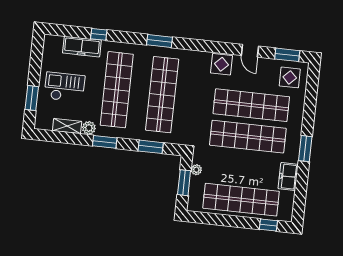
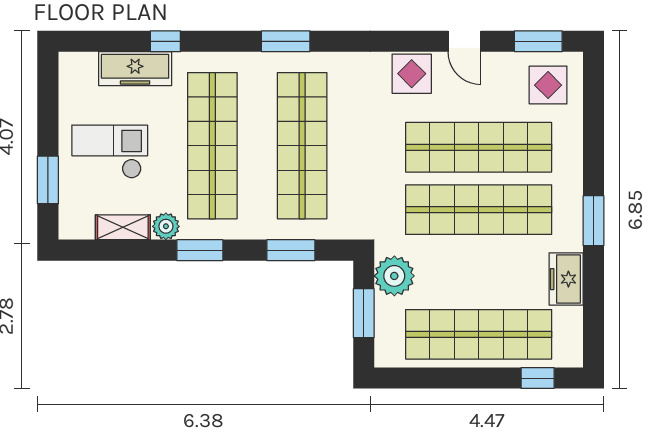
plant: (196, 170) -> (394, 276), width x1.88, depth x1.88

